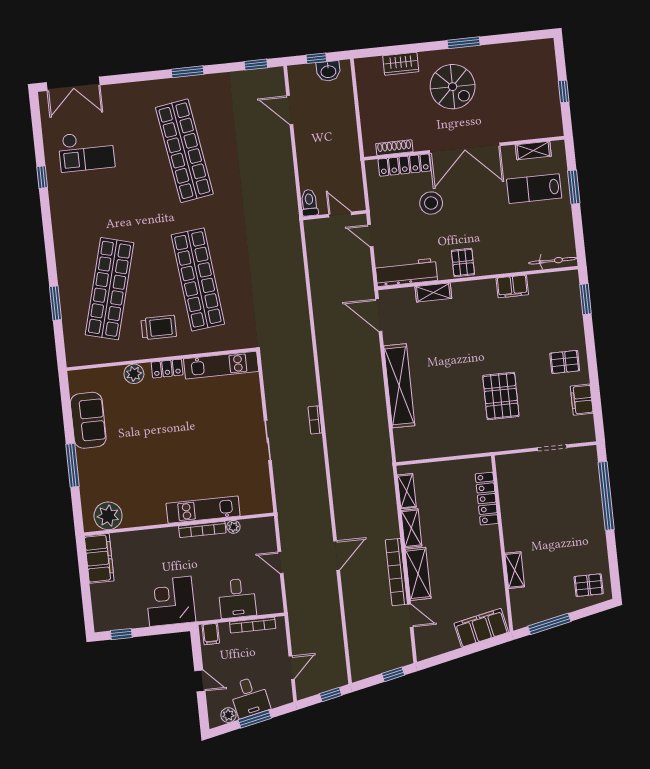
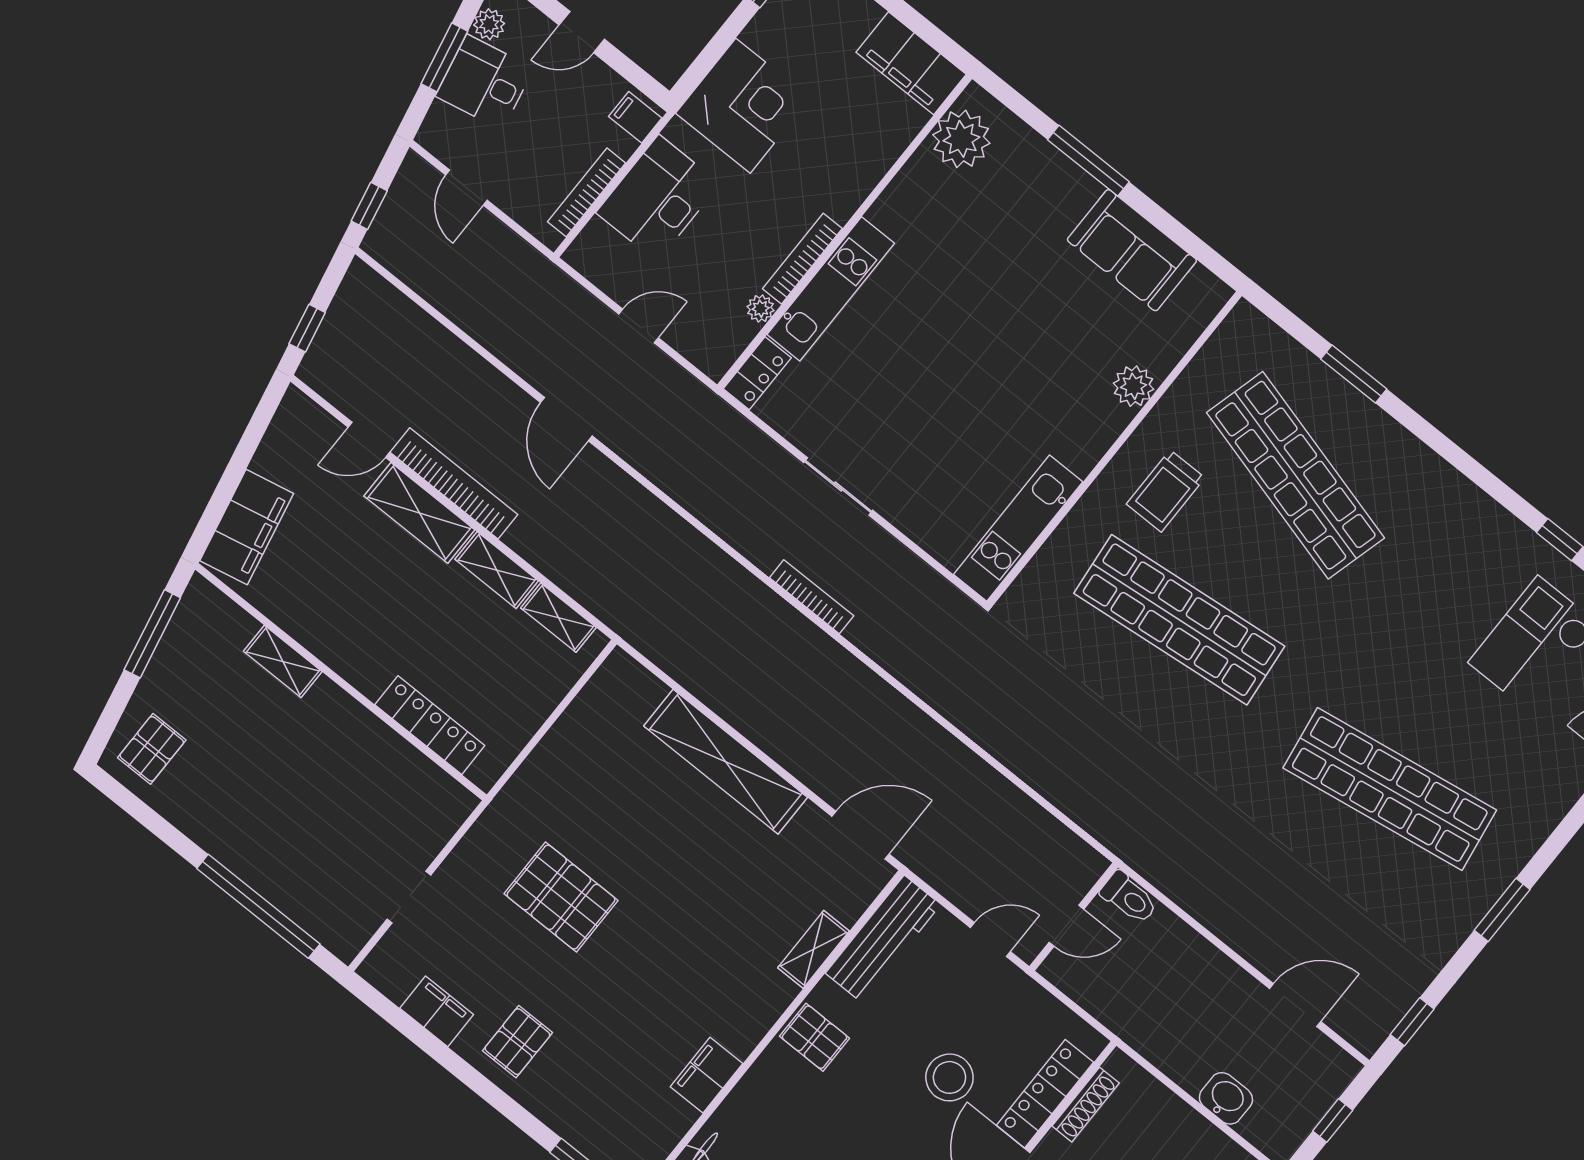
washbasin: (328, 71) -> (1226, 1098), moved, turned 90
locker: (167, 369) -> (757, 373), moved, turned 180
bookcase: (315, 420) -> (812, 597), width x1.56
desk: (237, 598) -> (658, 198), width x1.37

